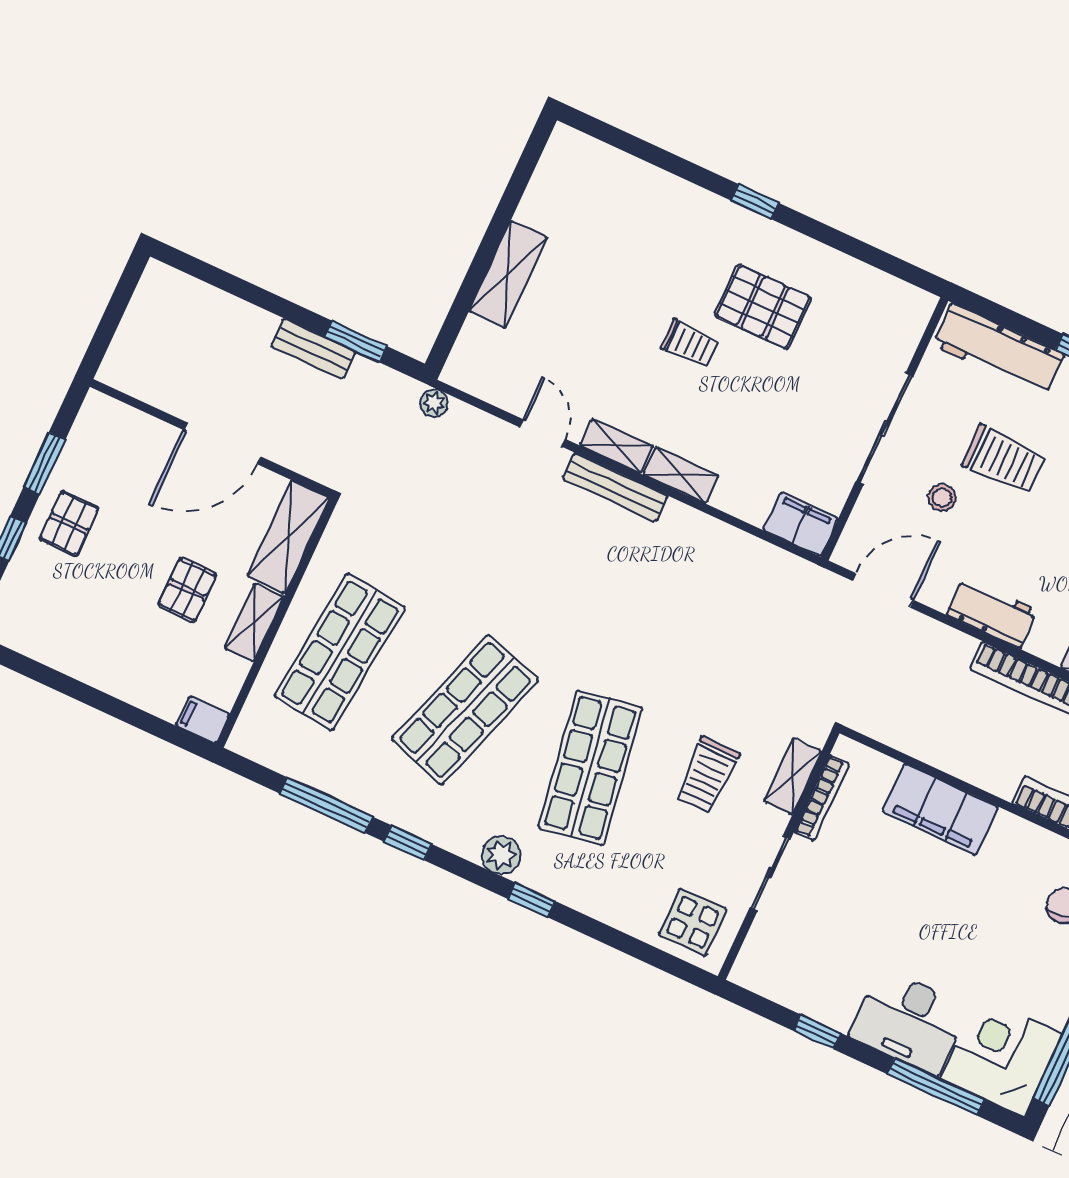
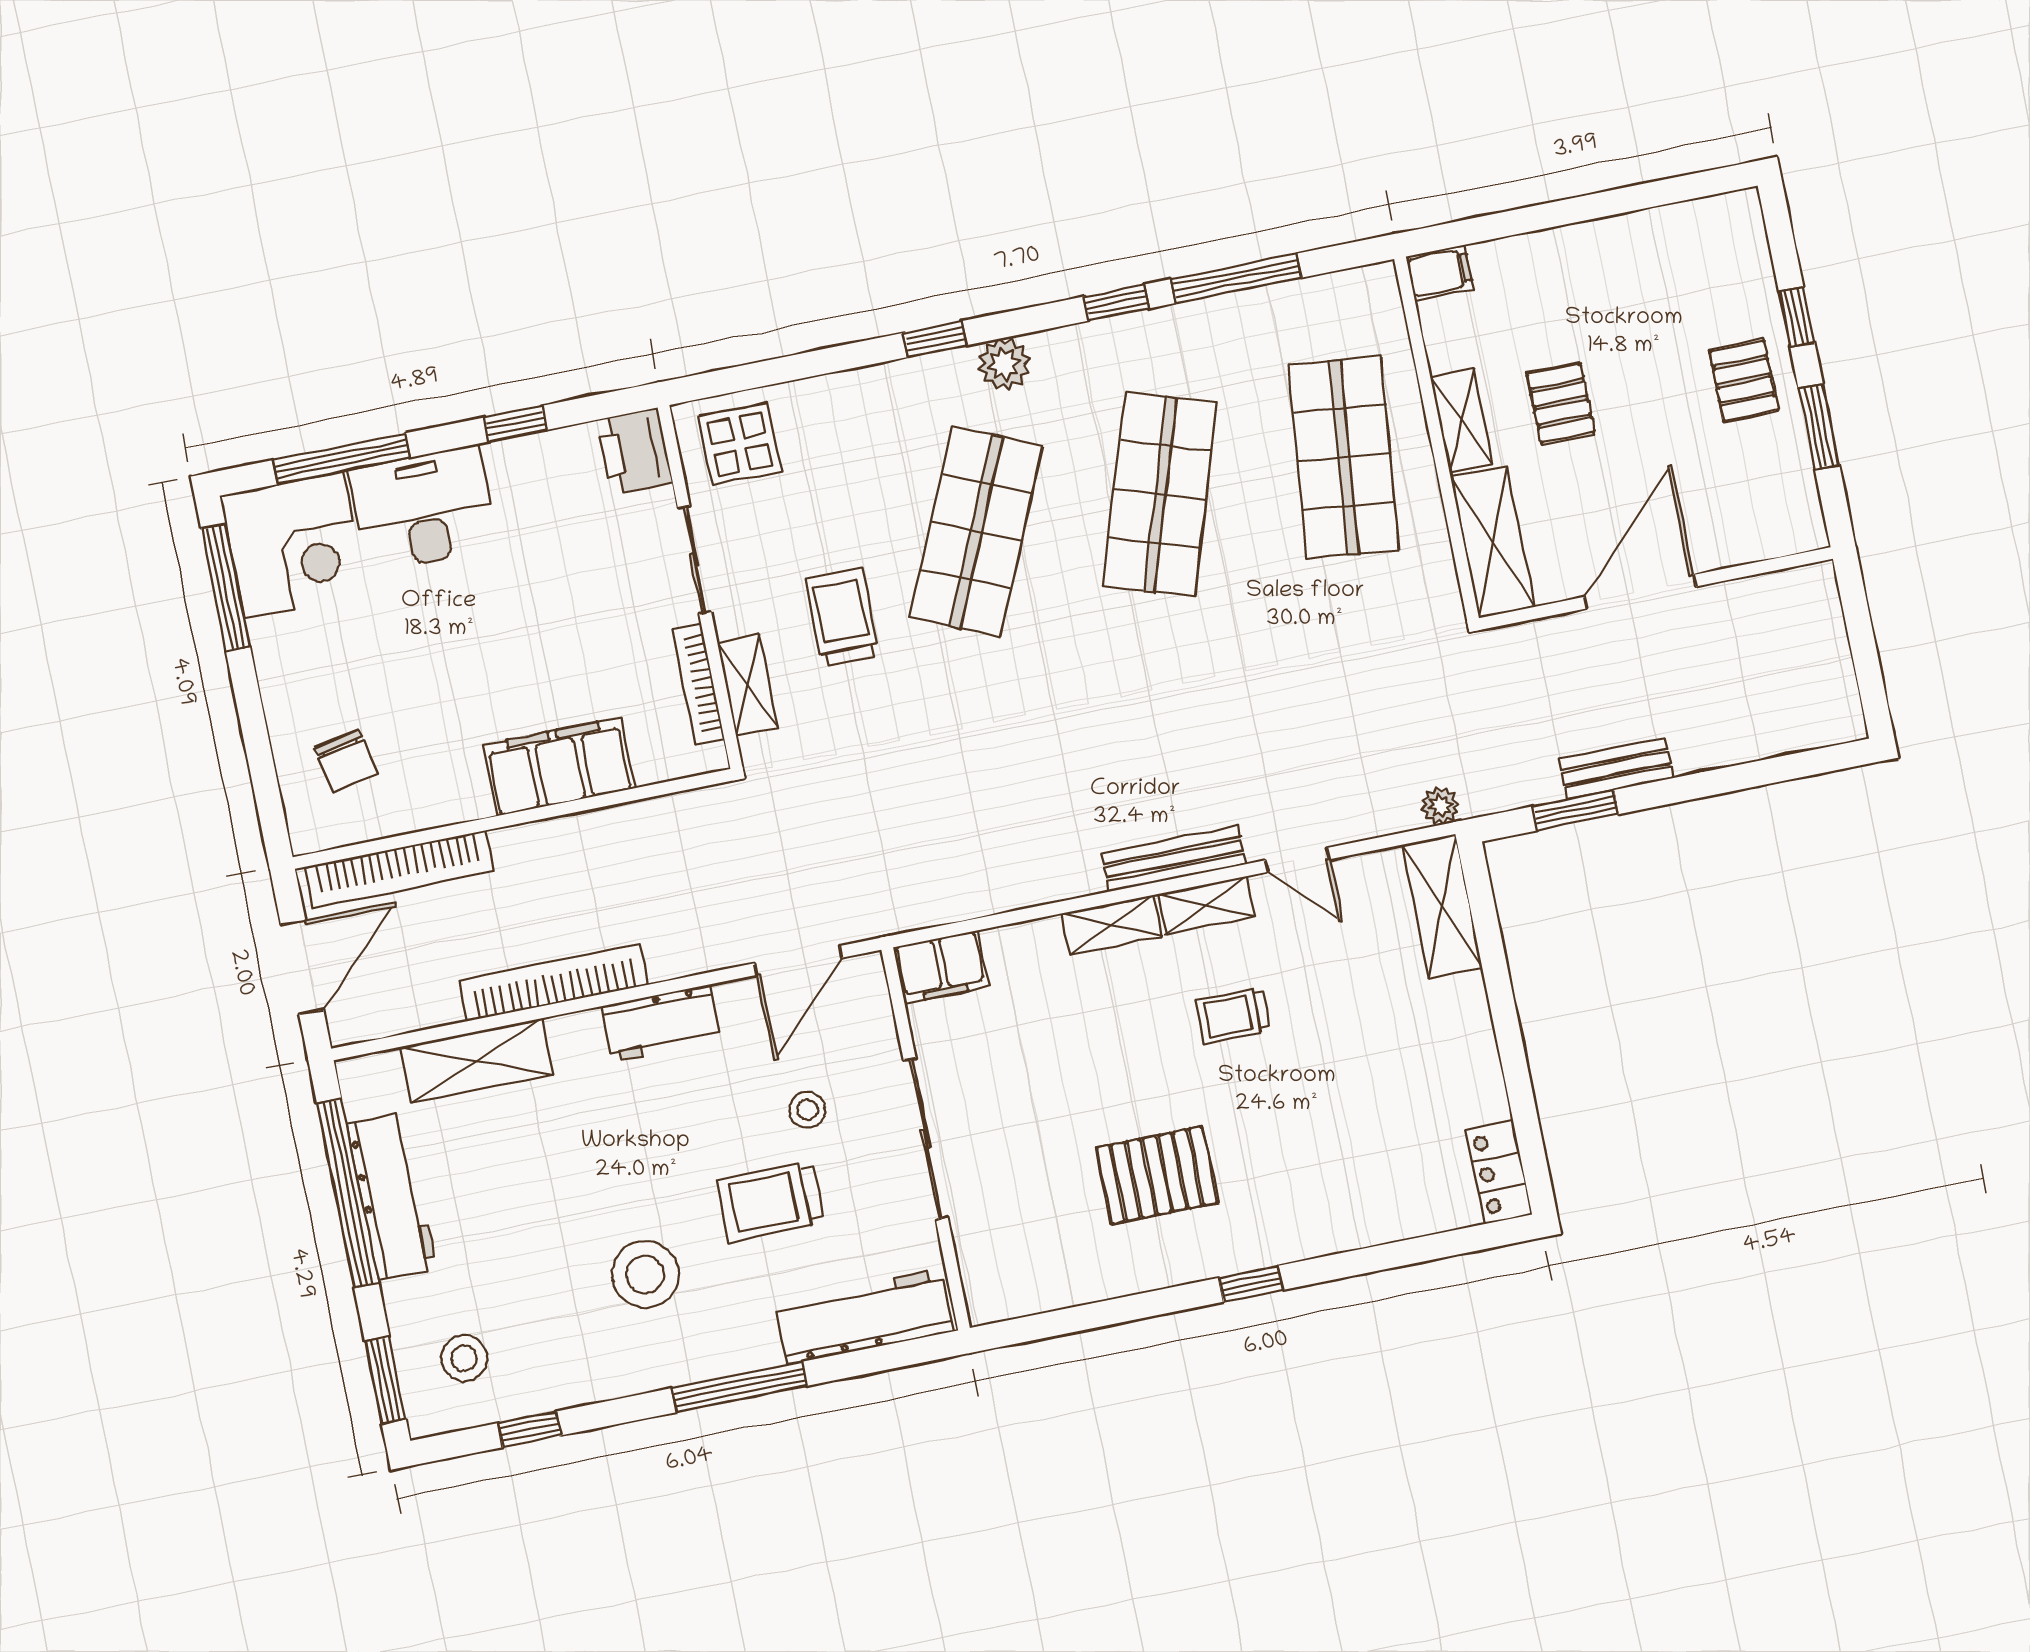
locker: (559, 160) -> (1499, 1172), added
shelving: (508, 274) -> (1442, 906), moved
trolley: (690, 344) -> (1233, 1015), moved
shop shelf: (590, 768) -> (976, 531), turned 33
printer: (759, 964) -> (634, 451), added

